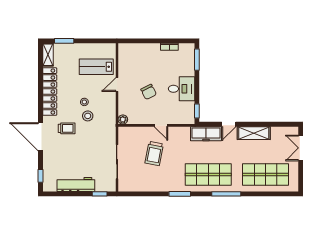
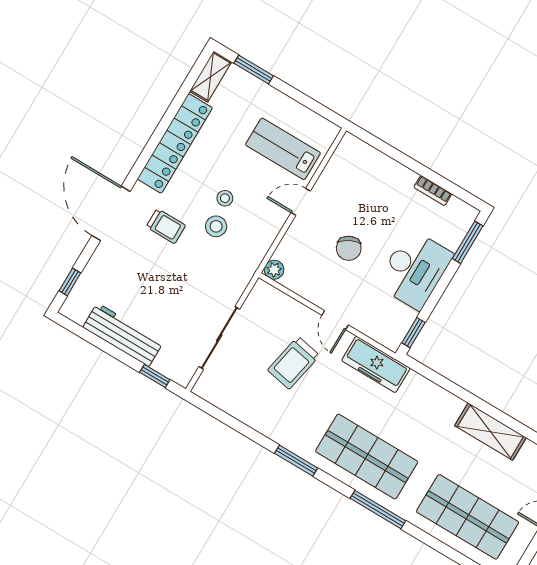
desk: (182, 89) -> (415, 270), width x1.37
door: (229, 124) -> (456, 390), removed
freezer: (206, 134) -> (376, 364), moved

